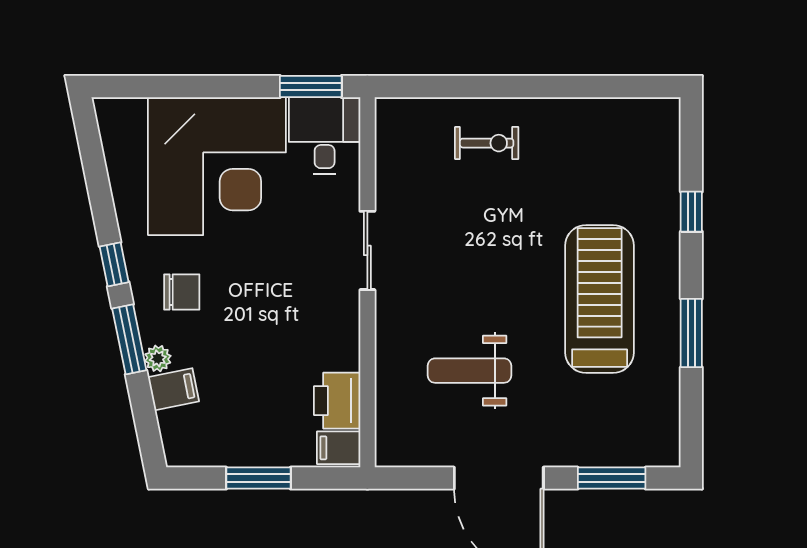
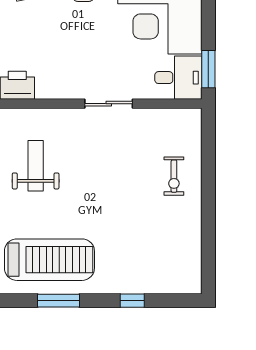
treadmill: (600, 299) -> (49, 260), moved

